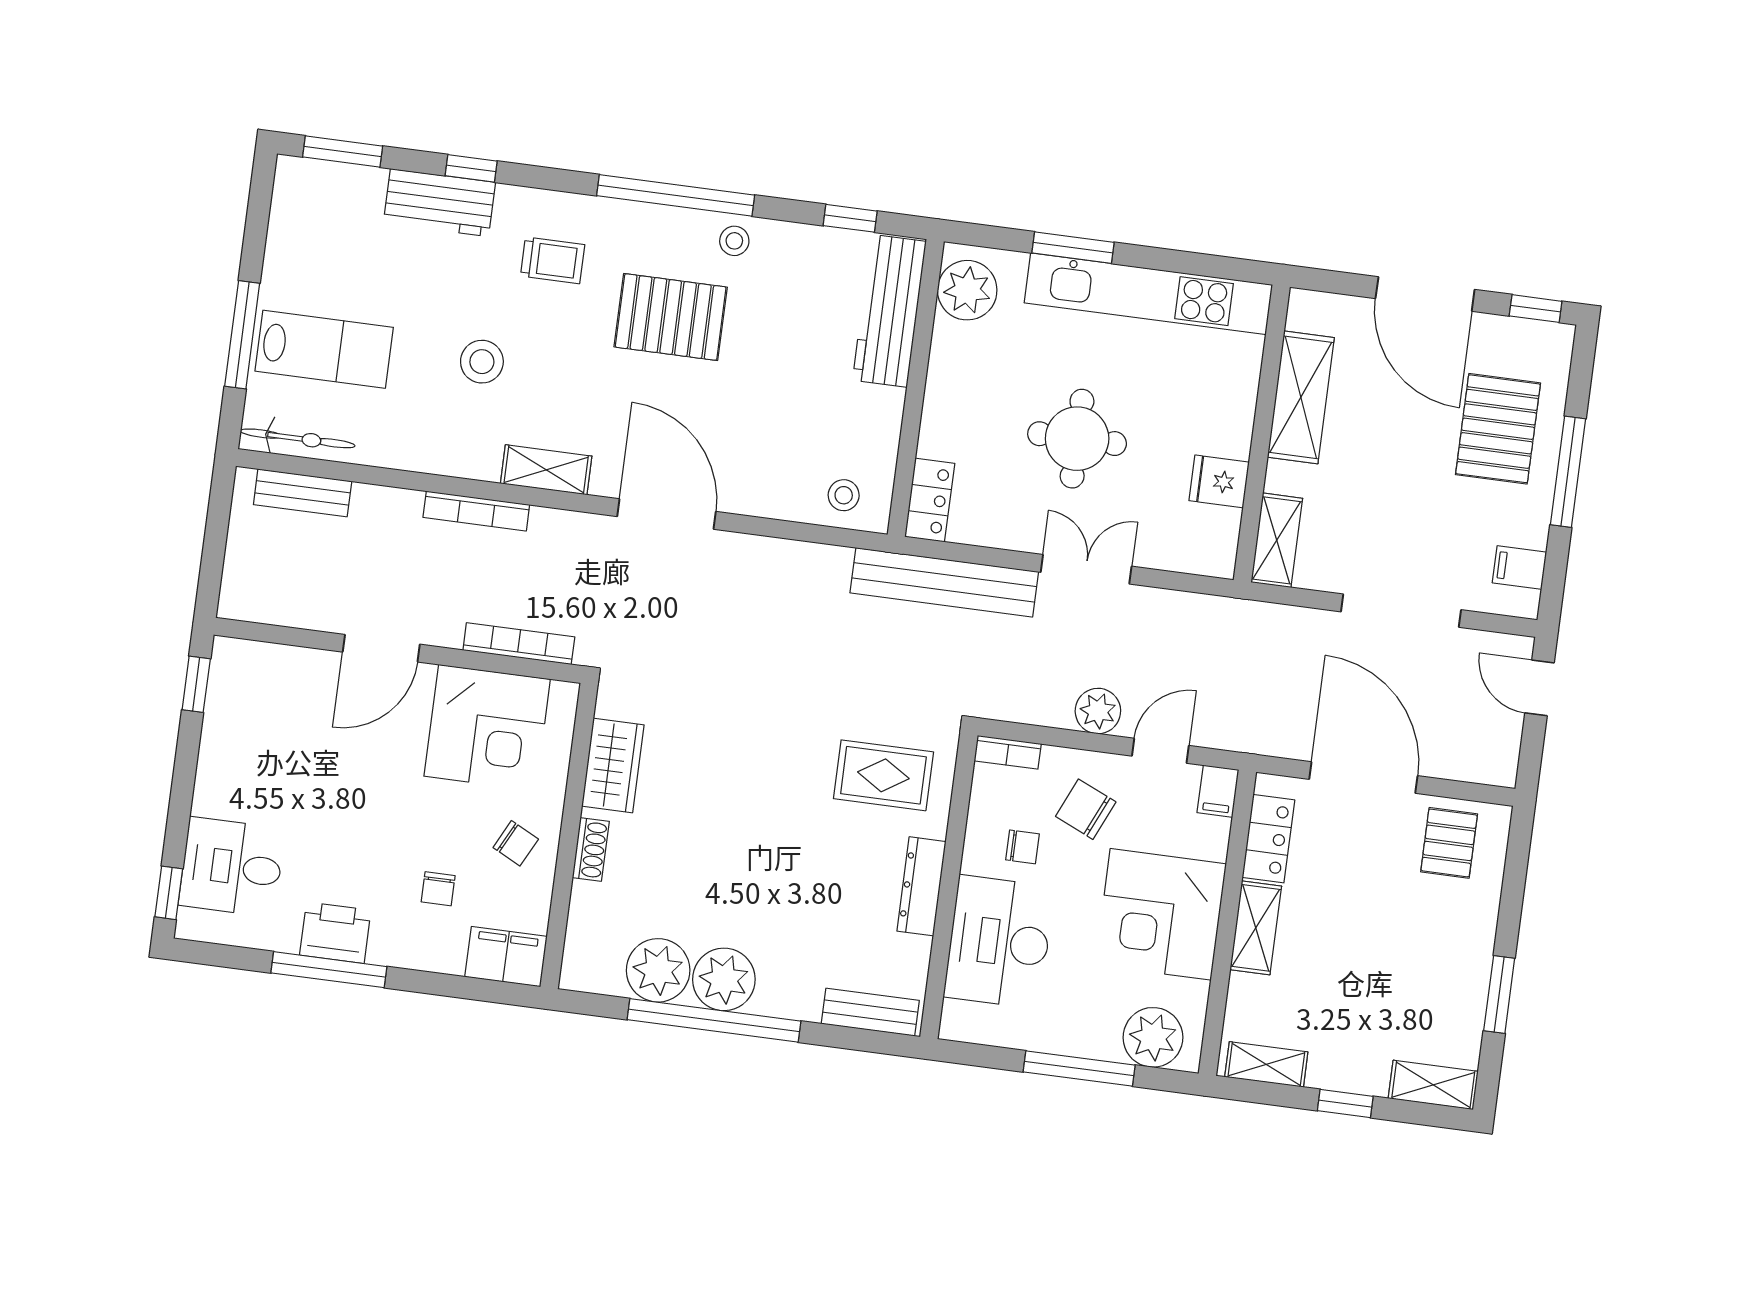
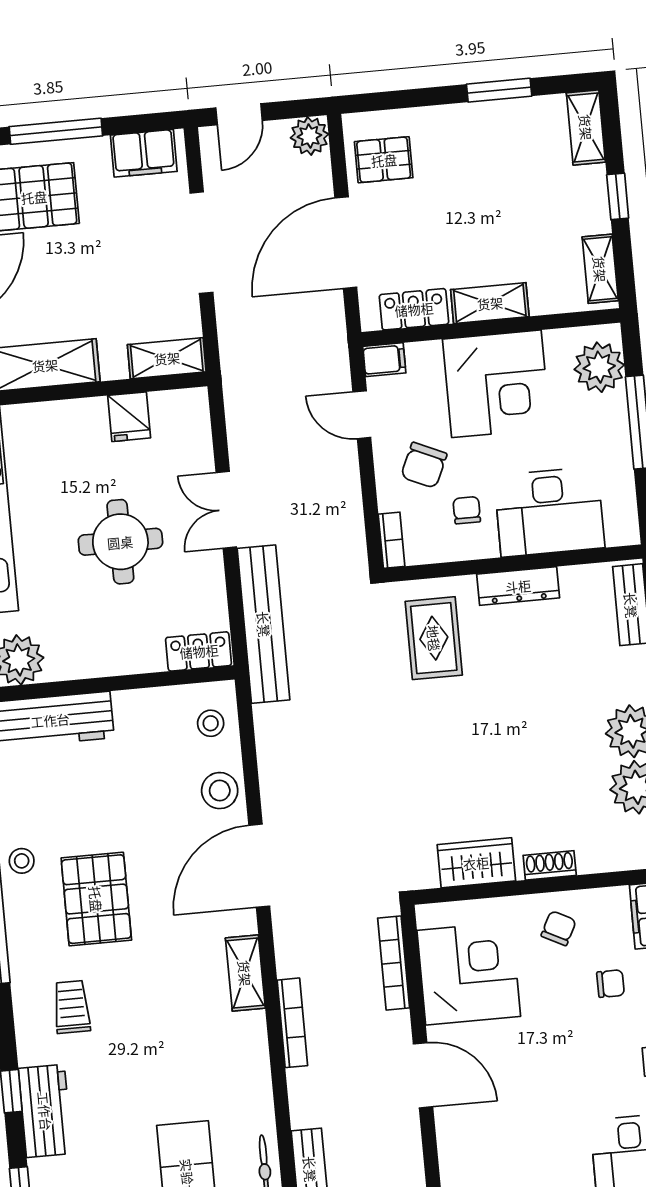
stool: (482, 362) -> (220, 791), moved
filing cabinet: (1519, 567) -> (144, 153), width x2.00
plant: (1098, 711) -> (309, 136), moved

